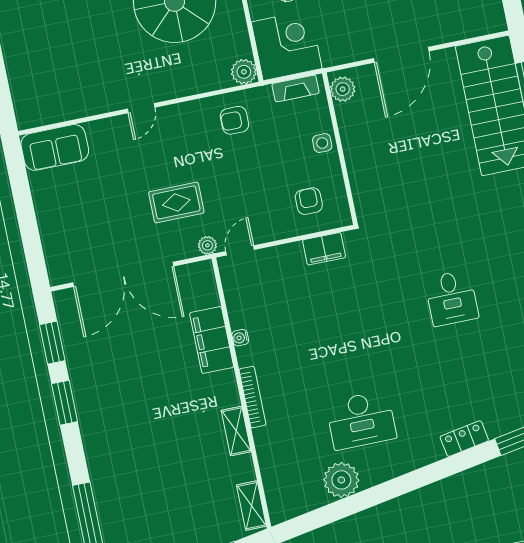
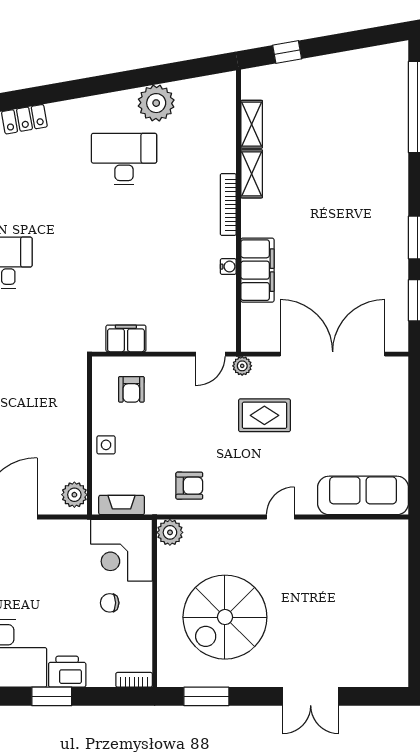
sofa: (55, 147) -> (363, 495), width x1.36
shelving: (251, 506) -> (252, 124), moved

